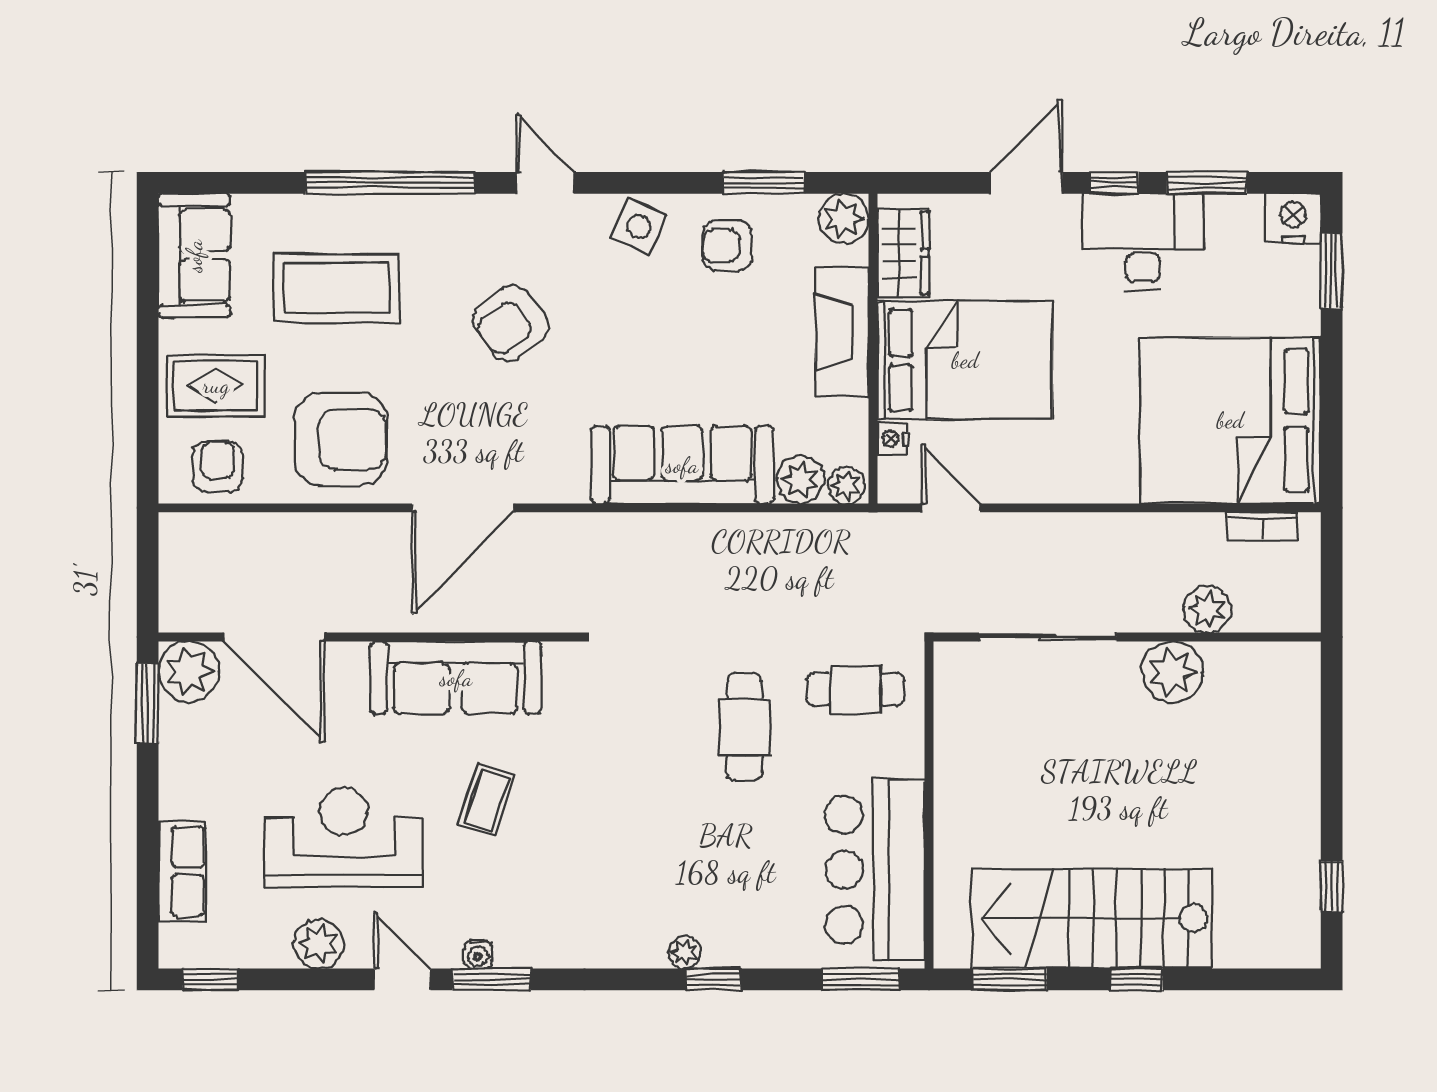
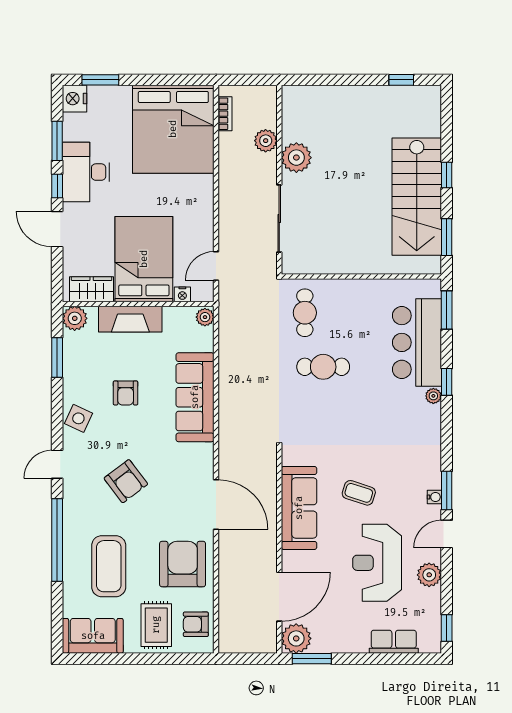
armchair: (727, 246) -> (126, 393), moved
plant: (800, 480) -> (202, 339), removed
bar counter: (875, 870) -> (417, 342), moved, turned 90

